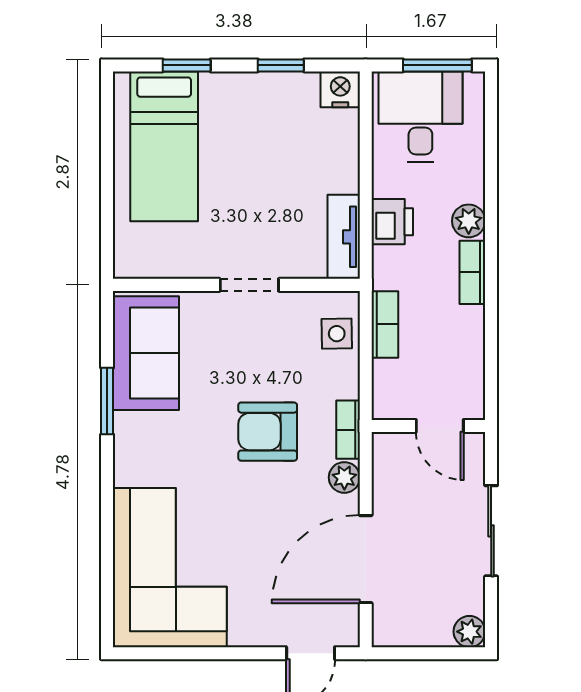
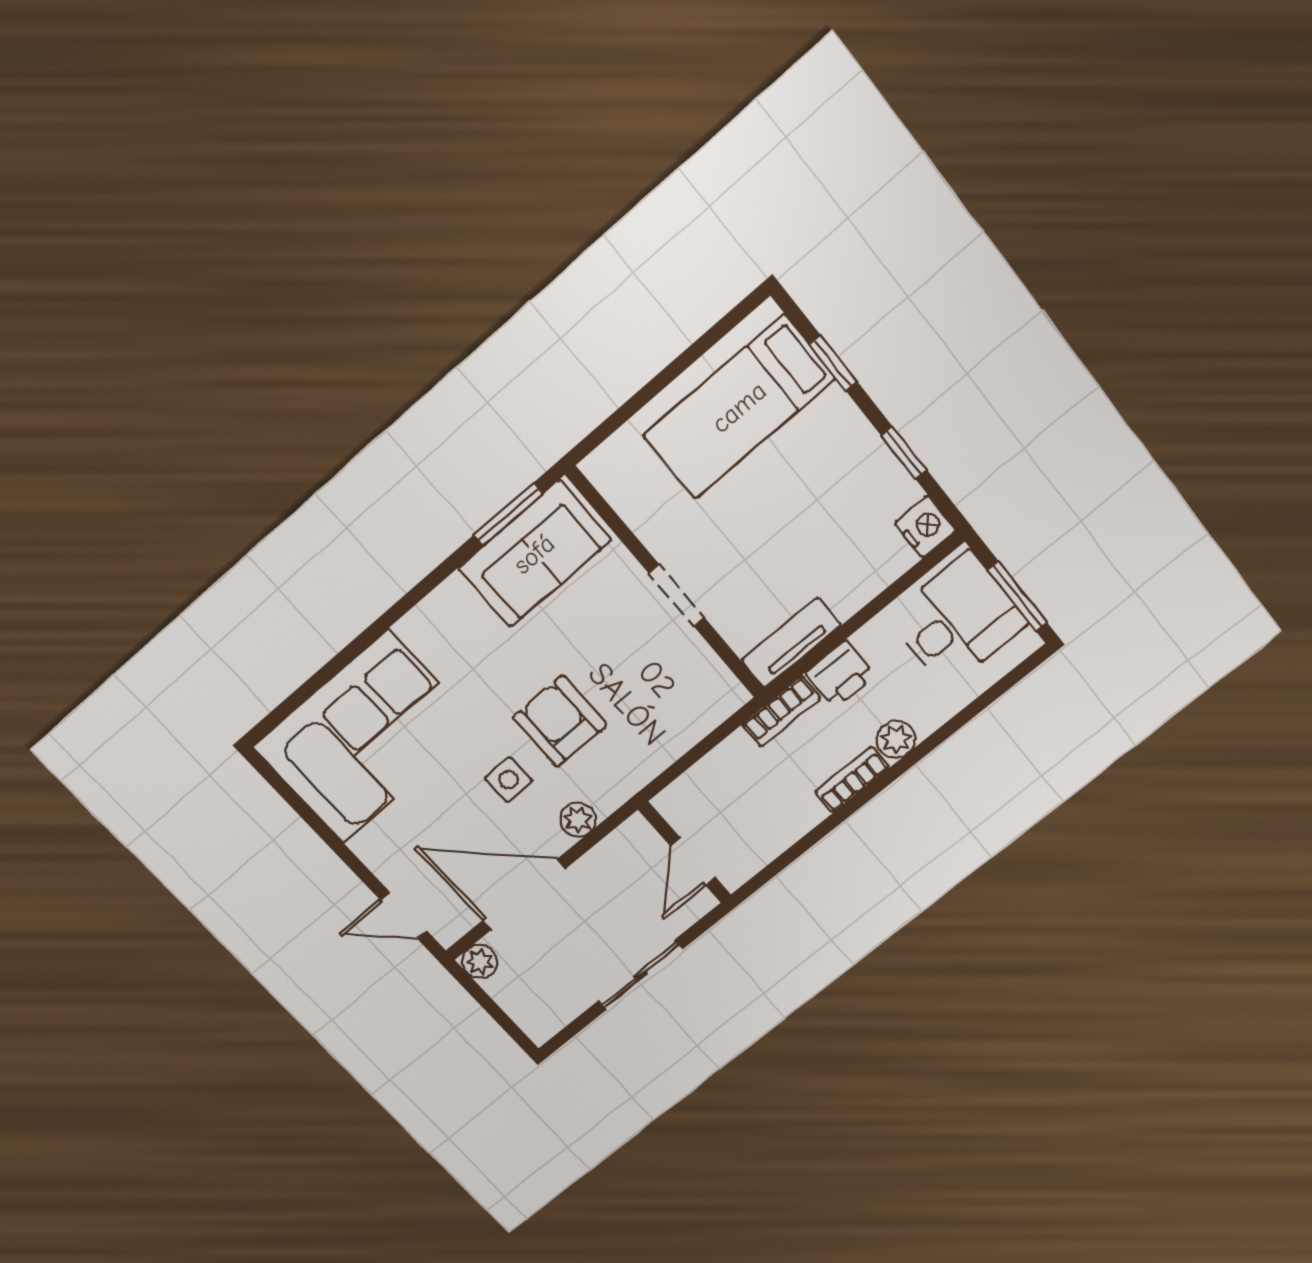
bookcase: (385, 324) -> (781, 712), moved
side table: (337, 334) -> (508, 780), moved
window: (107, 401) -> (508, 515), moved
bookcase: (348, 430) -> (622, 788), removed
plant: (469, 632) -> (480, 962), moved

